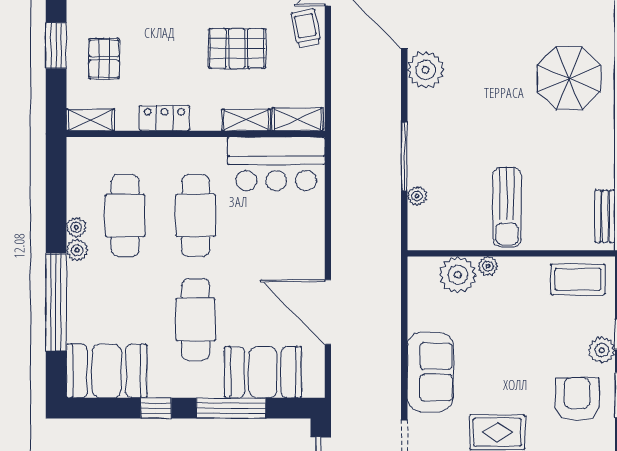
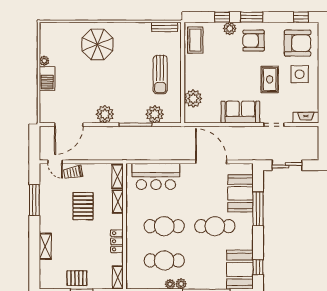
pallet: (104, 59) -> (77, 278), moved
plant: (426, 70) -> (105, 114), moved
bar counter: (276, 164) -> (156, 176), moved, turned 90
plant: (417, 196) -> (155, 114), width x1.88, depth x1.88
sun lounger: (507, 207) -> (160, 75), turned 90
plant: (488, 266) -> (189, 84), removed
door: (328, 312) -> (211, 162), swing flipped
window: (156, 408) -> (258, 267), moved

